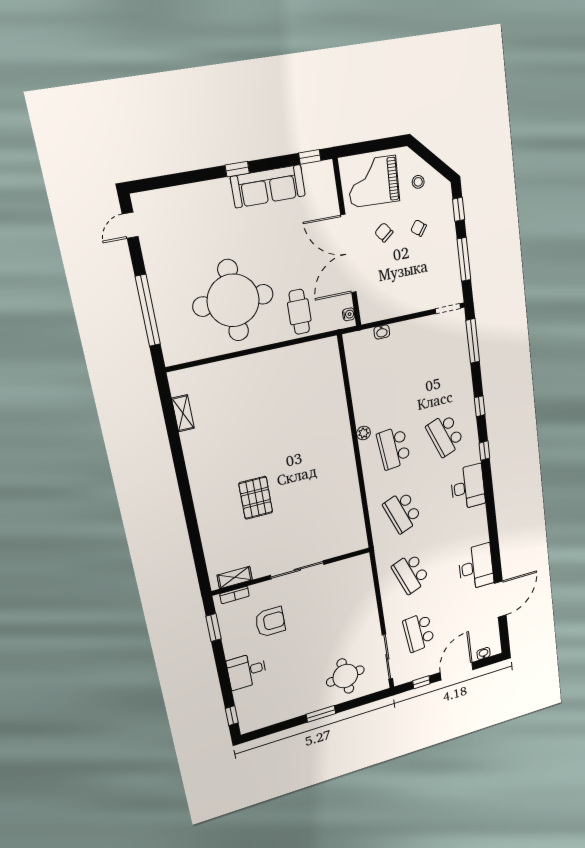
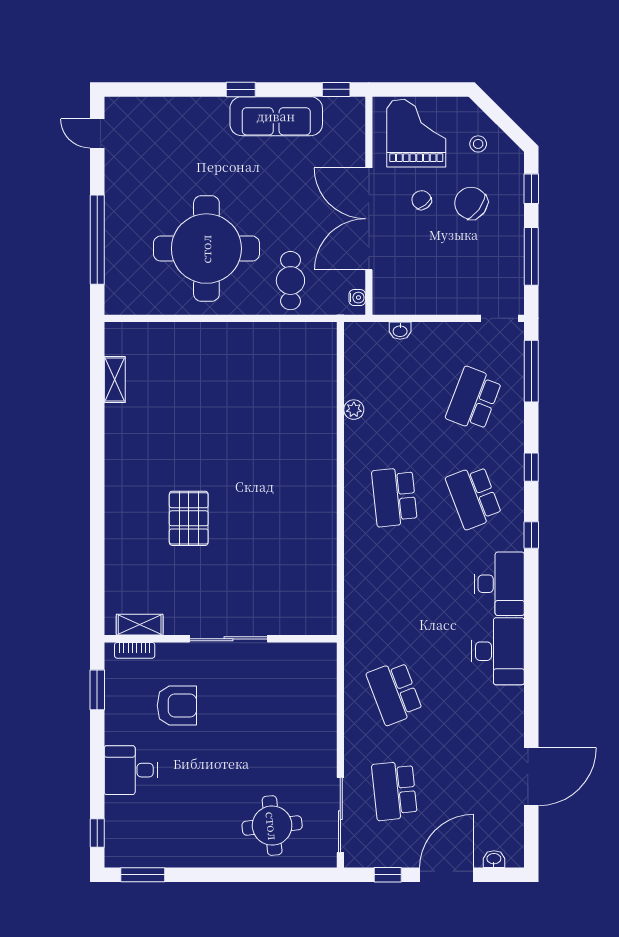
grand piano: (373, 181) -> (416, 133), turned 88
door: (130, 225) -> (97, 133), hinge flipped
chair: (419, 228) -> (471, 203), width x1.87, depth x1.87
plant: (363, 433) -> (354, 410), moved
school desk: (402, 512) -> (474, 399), moved, turned 42
desk: (476, 567) -> (498, 651), moved
window: (321, 714) -> (143, 875), moved

